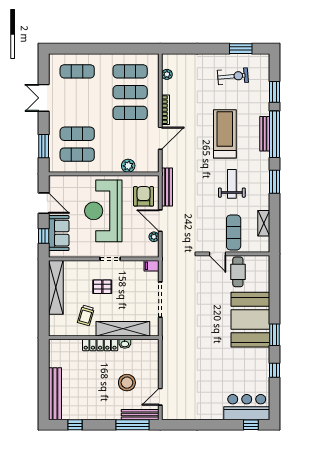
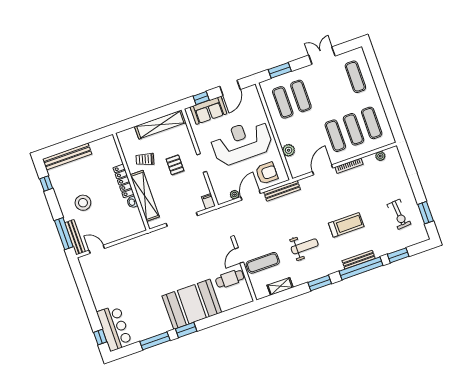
treadmill: (225, 134) -> (346, 225), width x0.73, depth x0.73
door: (160, 138) -> (323, 170), swing flipped
window: (274, 370) -> (155, 341), width x2.17
stool: (127, 383) -> (83, 203), moved

